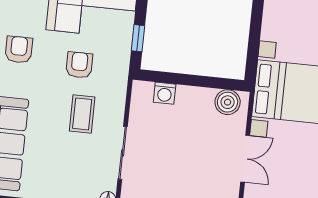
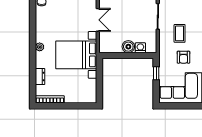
boiler: (228, 102) -> (128, 47), moved
double door: (245, 159) -> (98, 20), swing flipped

